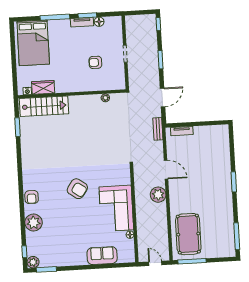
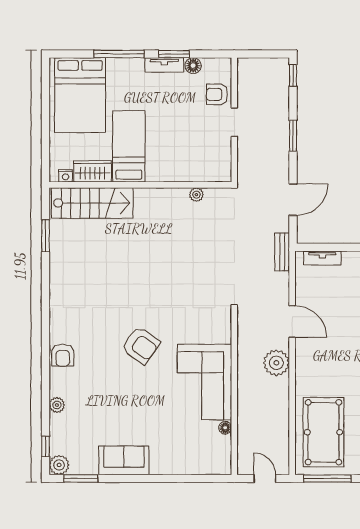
armchair: (95, 62) -> (217, 94), moved
bed: (64, 72) -> (129, 146), added
plant: (34, 223) -> (57, 405), width x0.53, depth x0.53
sofa: (102, 256) -> (124, 460), moved

